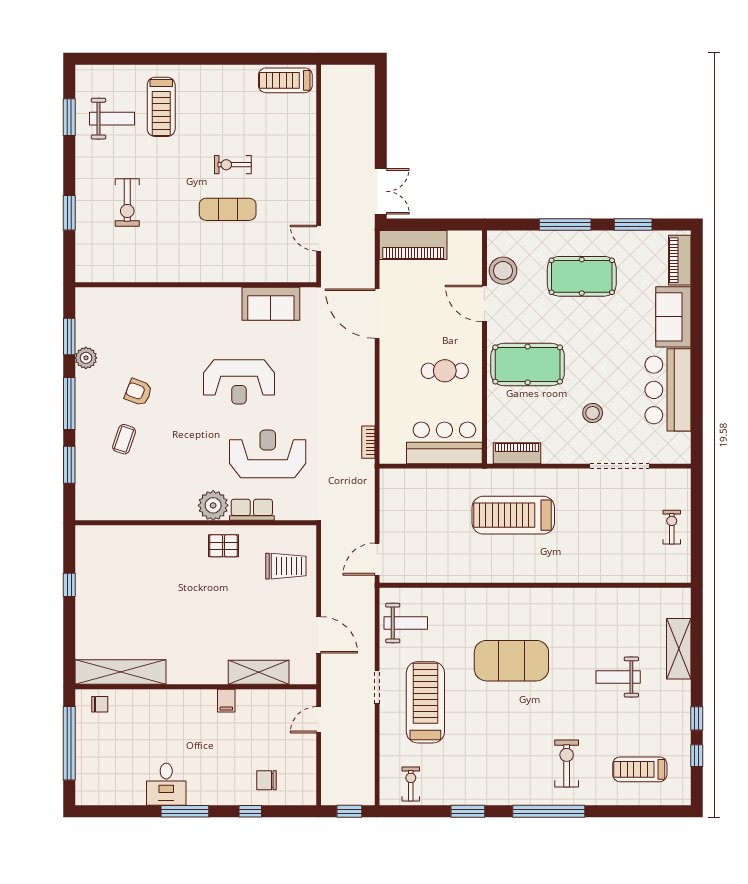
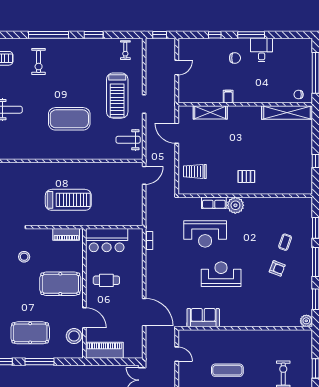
piano: (413, 245) -> (104, 350), moved
plant: (86, 358) -> (306, 321), moved
pallet: (223, 546) -> (246, 176), moved
door: (319, 720) -> (177, 68), moved
chair: (266, 780) -> (235, 58), moved

